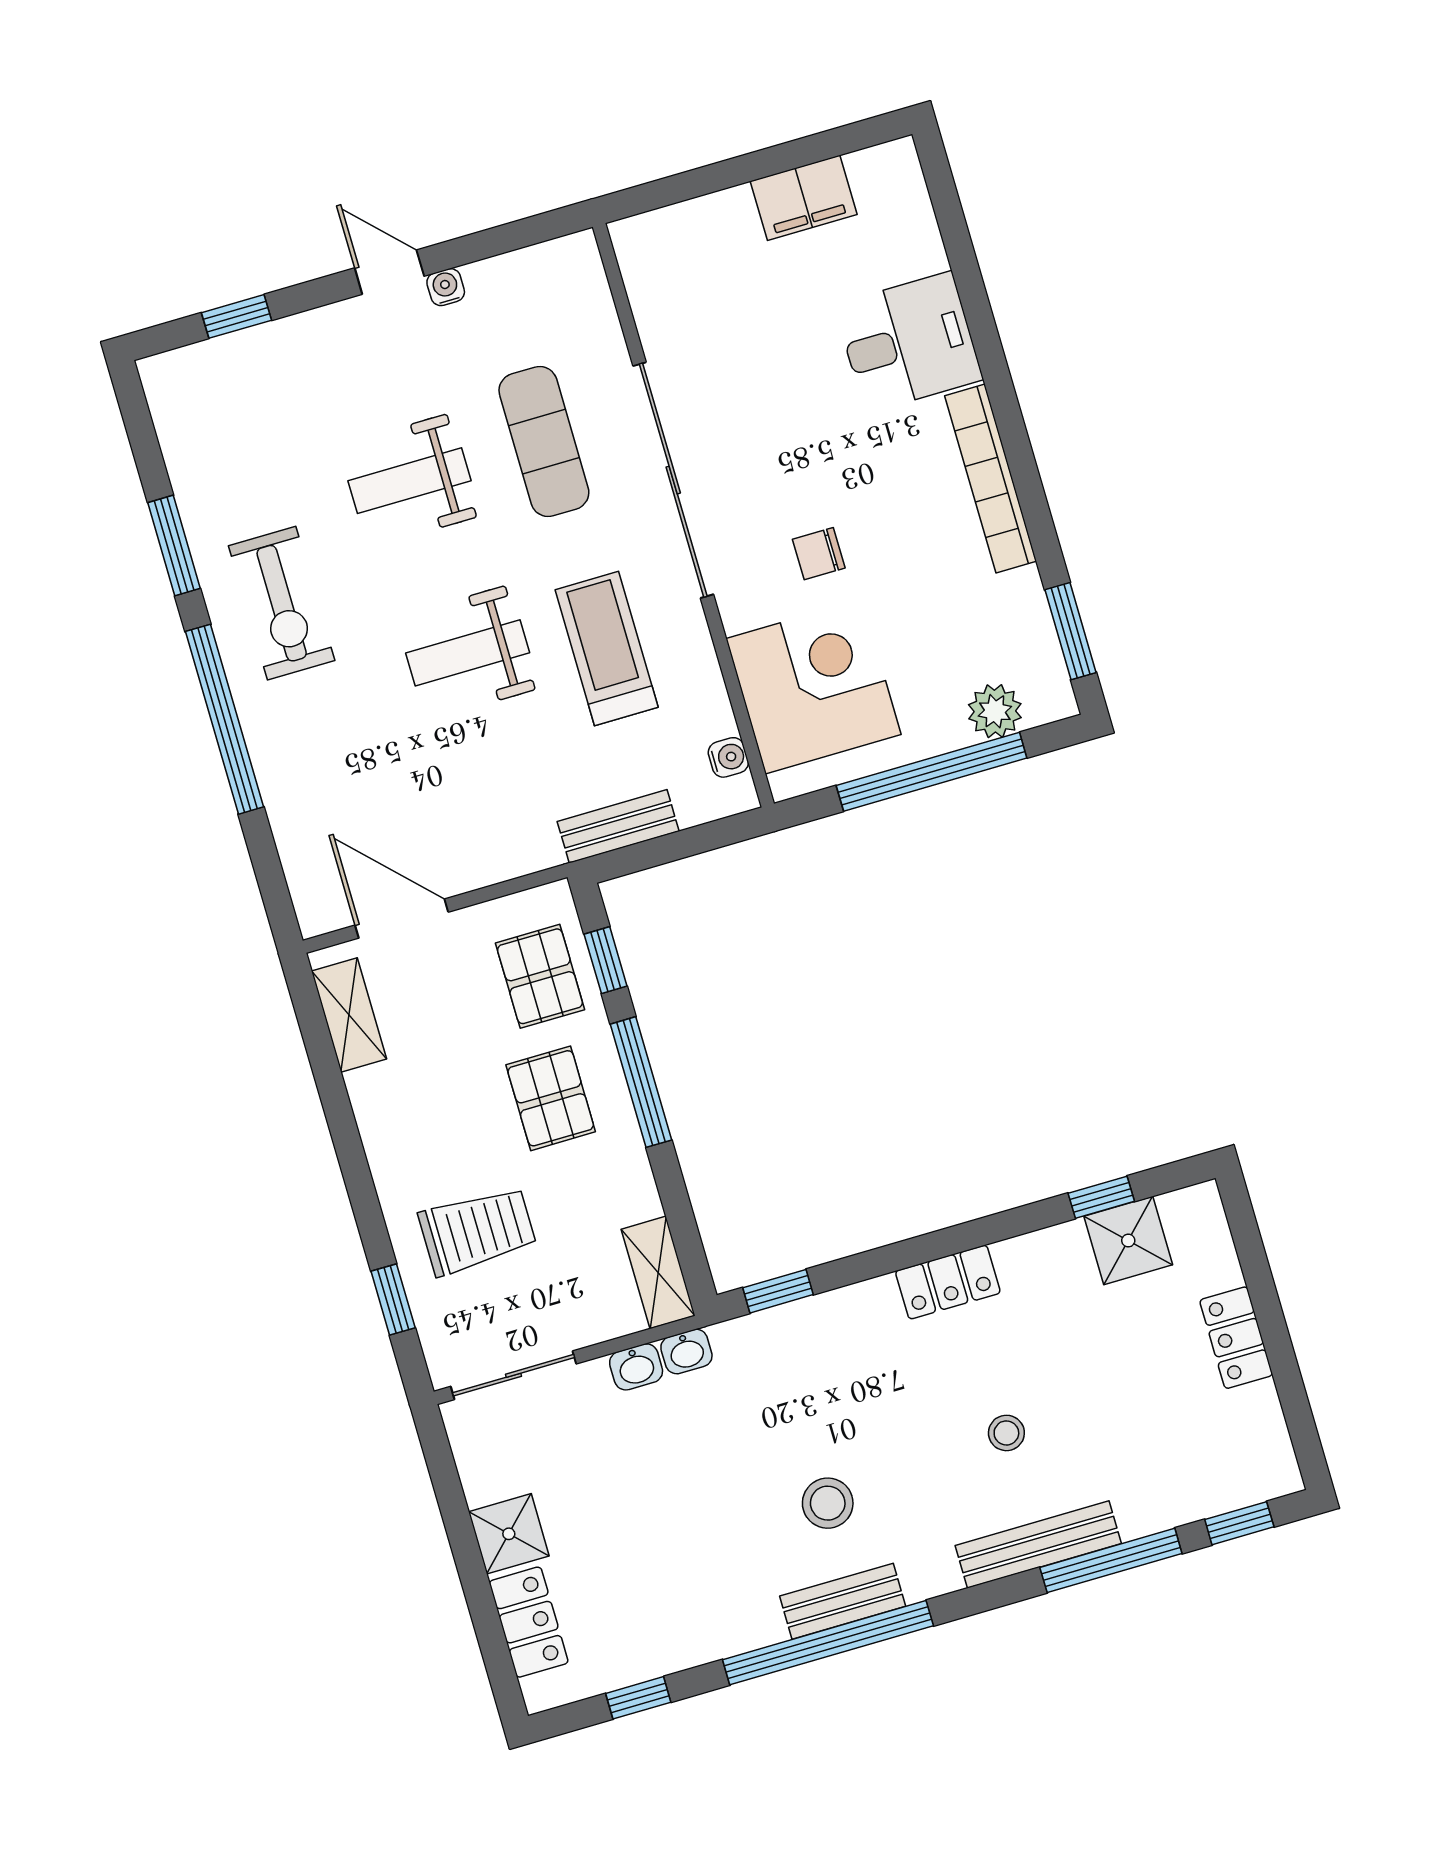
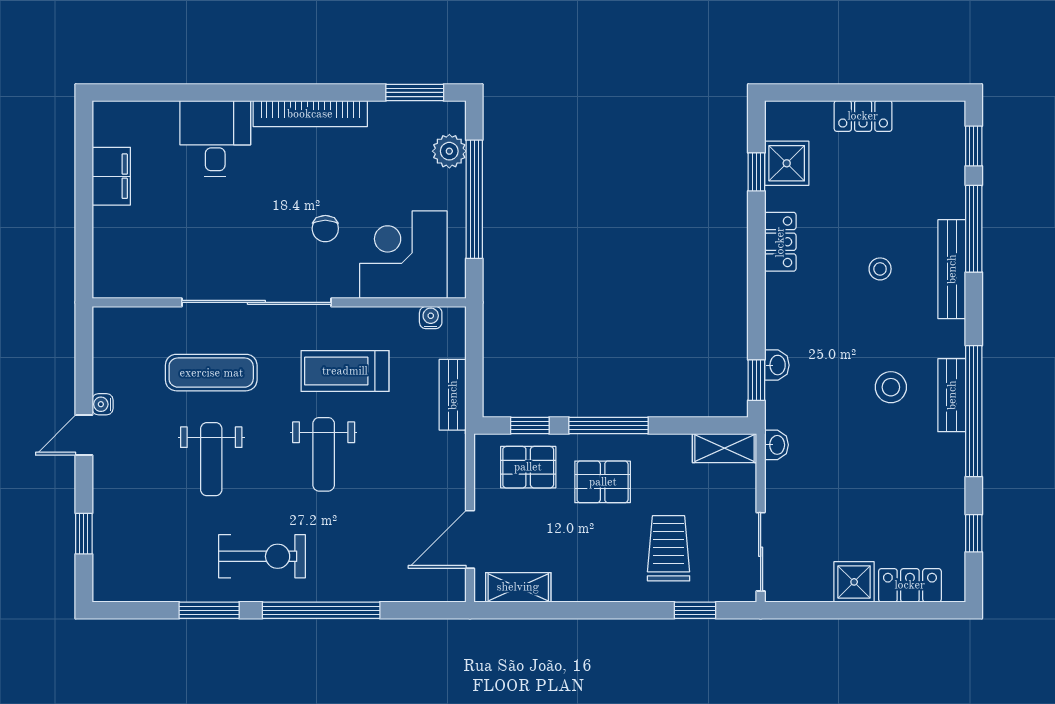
locker: (948, 1282) -> (780, 242), moved
washbasin: (636, 1367) -> (777, 365), moved

